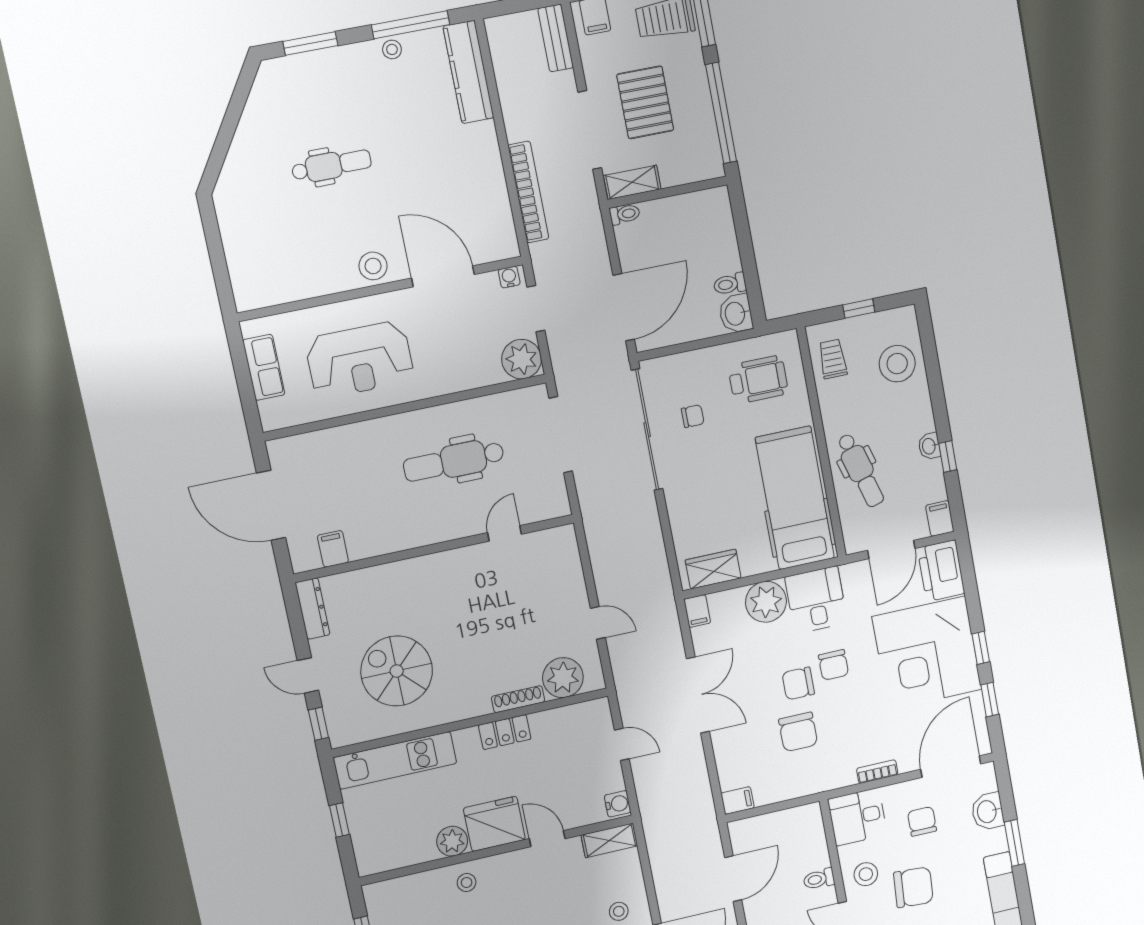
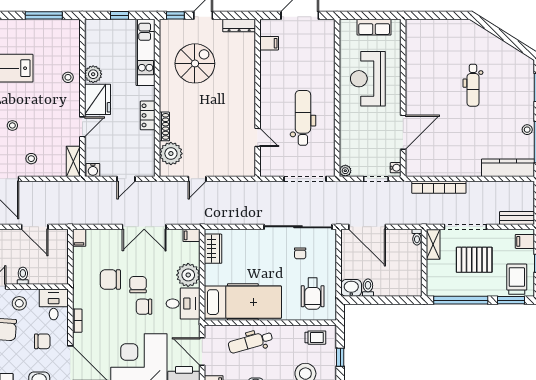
stool: (373, 266) -> (416, 96), removed
plant: (522, 359) -> (345, 171), width x0.53, depth x0.53

